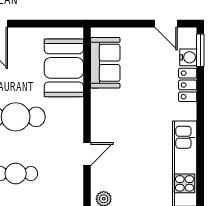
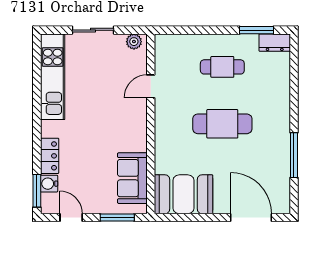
window: (120, 24) -> (117, 217), added
booth: (64, 68) -> (184, 194), moved, turned 90

